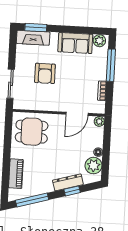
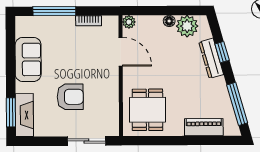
plant: (99, 41) -> (23, 28), removed

